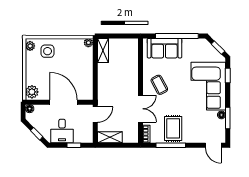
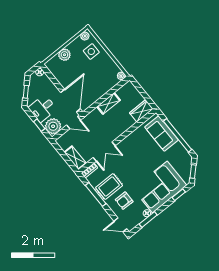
shelving: (103, 50) -> (109, 103), moved
wardrobe: (132, 50) -> (141, 111), added
coffee table: (159, 85) -> (132, 151), removed
plant: (32, 92) -> (64, 55), moved
door: (63, 102) -> (71, 101), moved
armchair: (195, 125) -> (124, 201), added
plant: (84, 134) -> (53, 126), added
shelving: (110, 137) -> (75, 158), moved
door: (213, 145) -> (120, 225), hinge flipped

